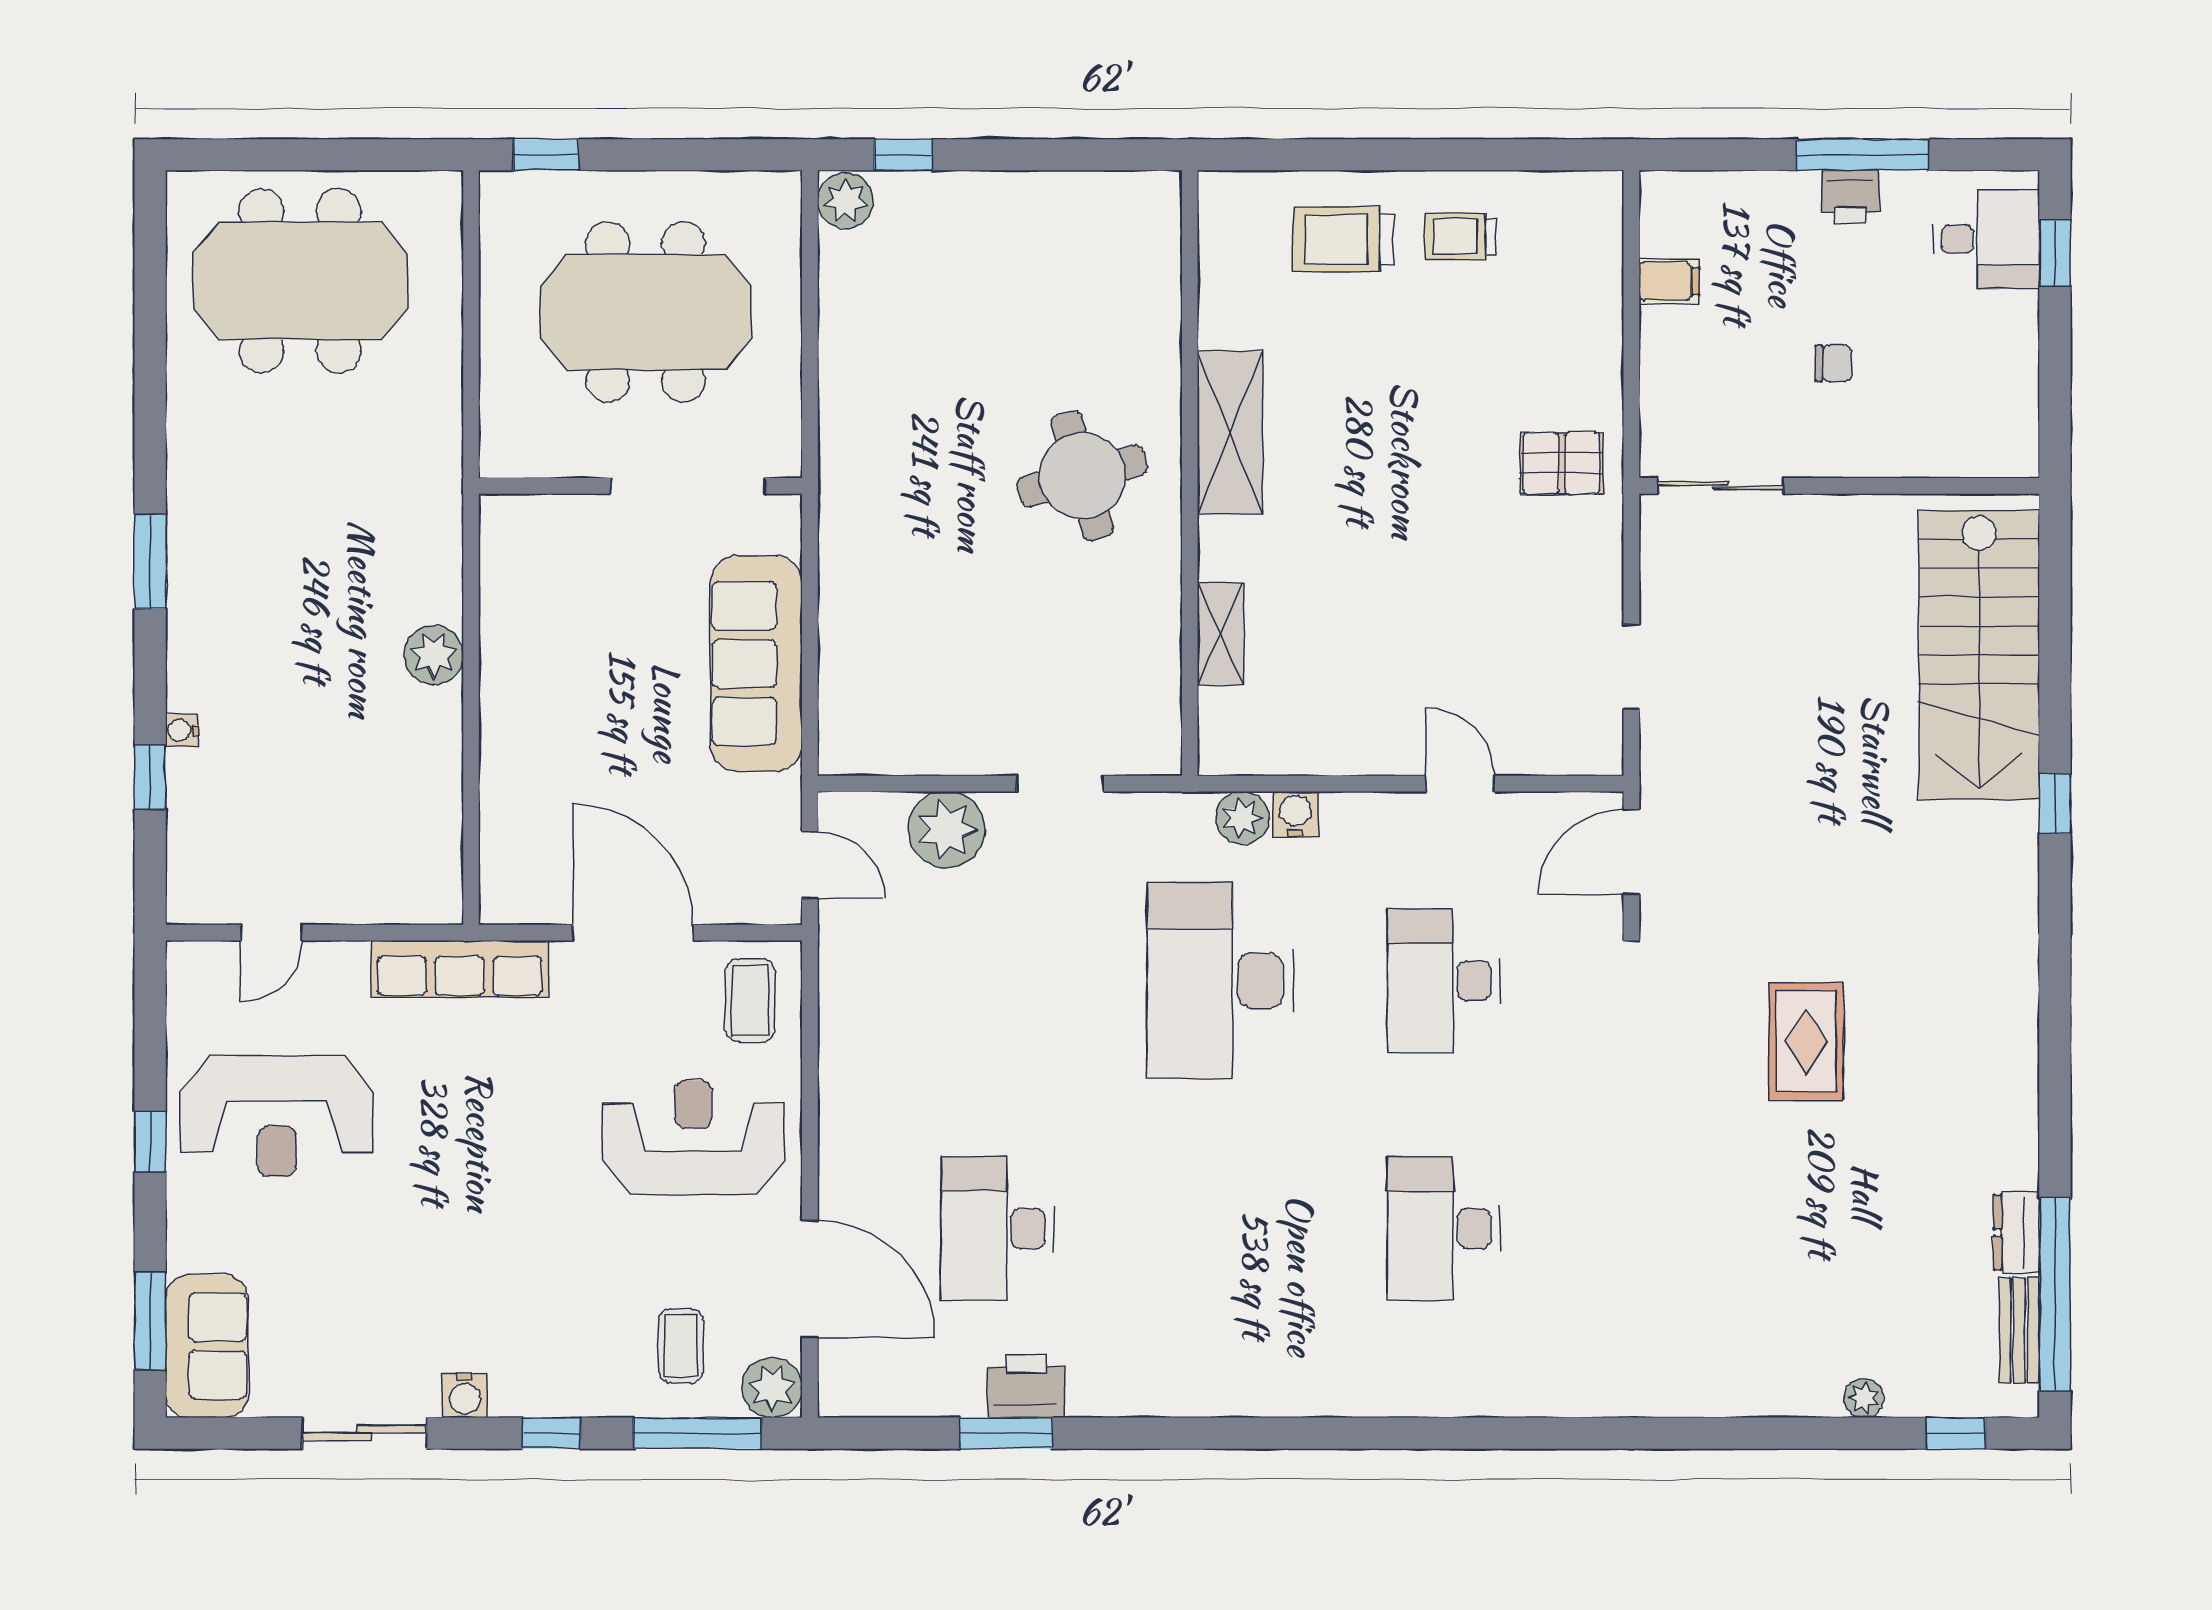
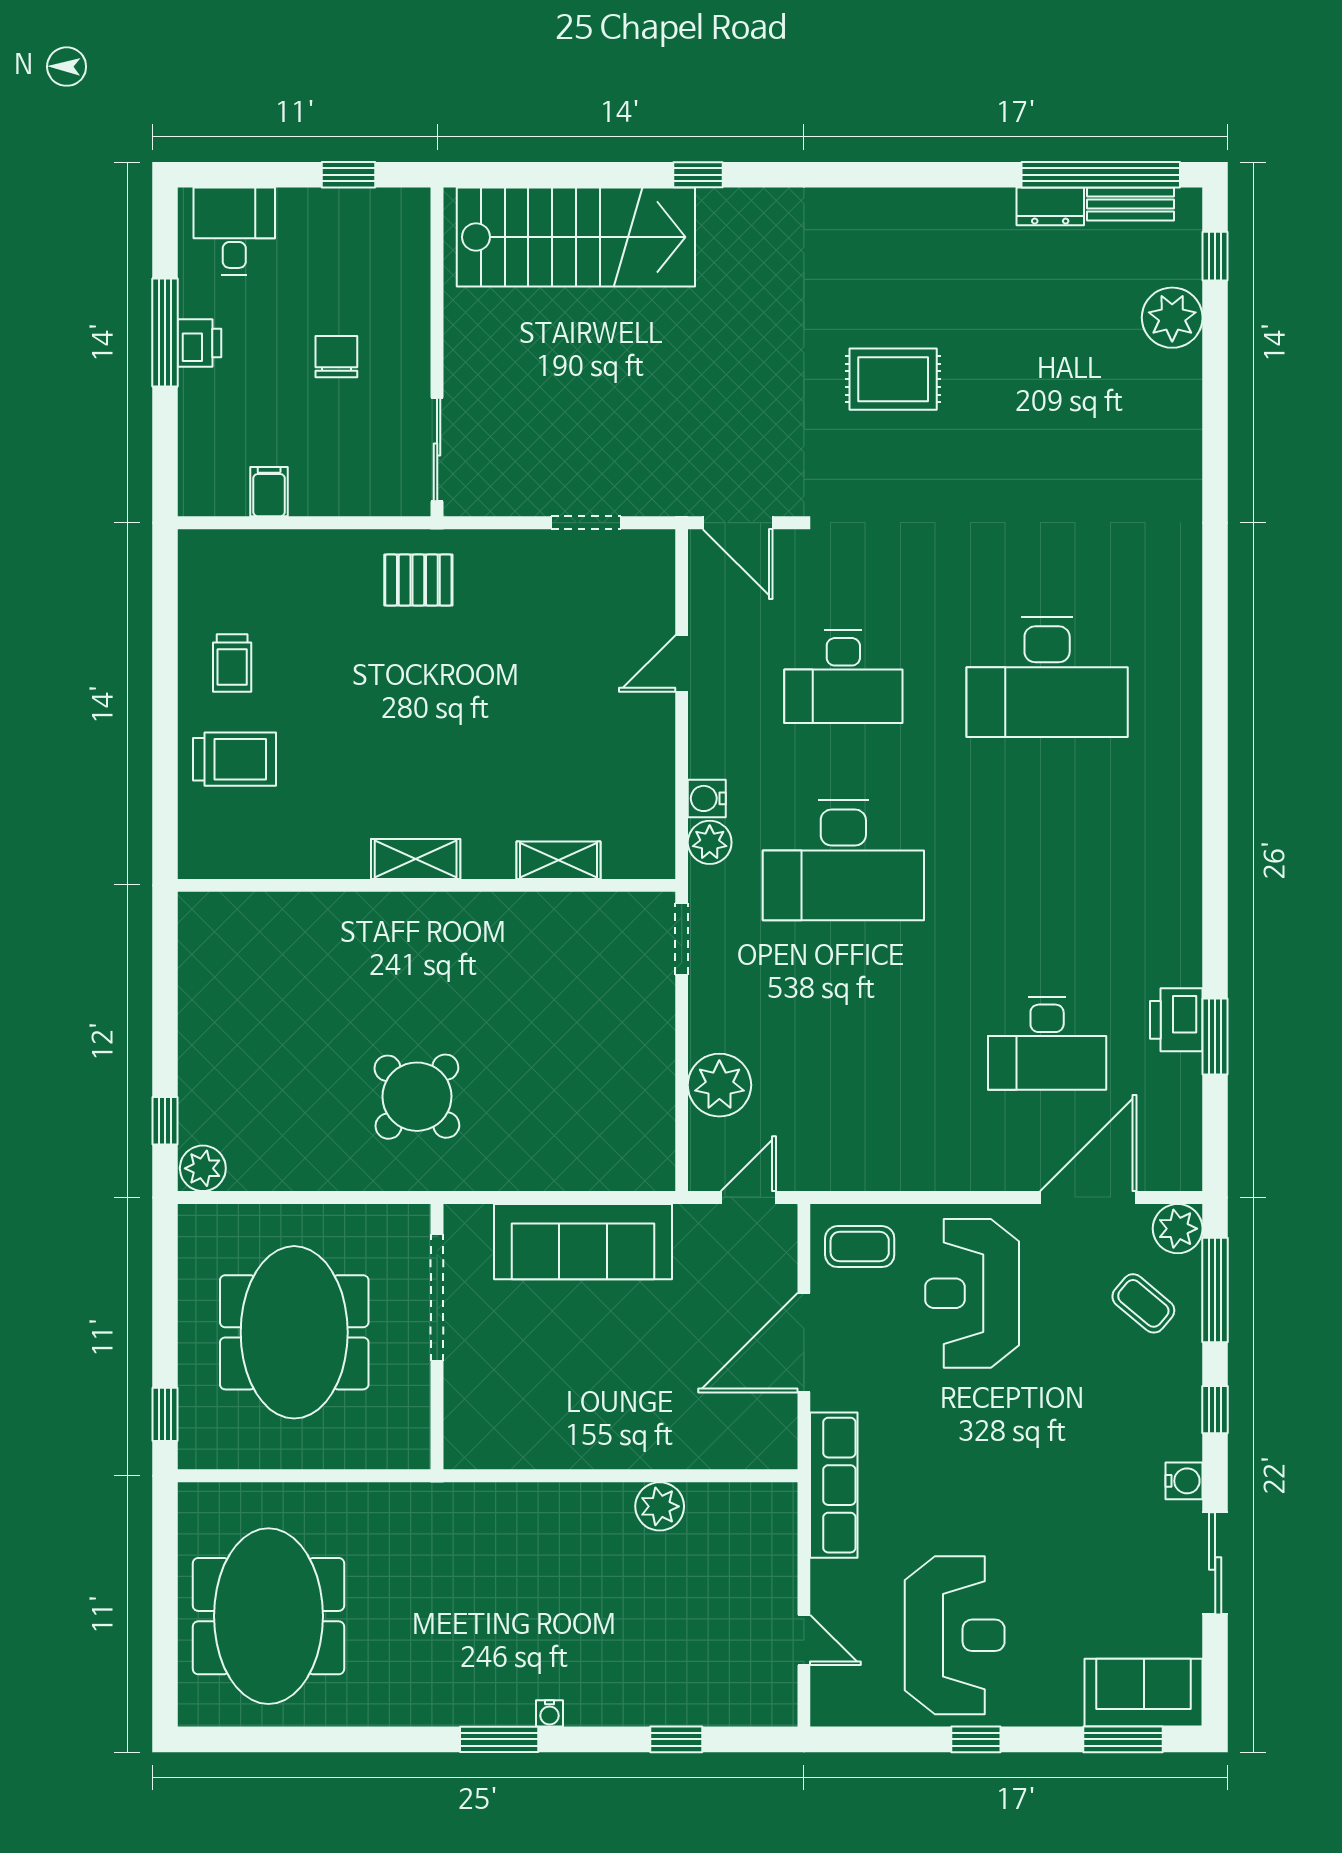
trolley: (1343, 239) -> (234, 759), turned -90
window: (2055, 253) -> (348, 175), moved
chair: (1834, 363) -> (336, 357), width x1.37, depth x1.37
shelving: (1230, 433) -> (416, 859), width x0.67, depth x0.75
pallet: (1562, 463) -> (418, 580), turned 90
round table: (1082, 476) -> (417, 1097), moved, turned -30
plant: (434, 655) -> (660, 1506), moved
water cooler: (182, 730) -> (549, 1713), moved
doorway: (1060, 784) -> (682, 939), moved
desk: (1444, 1229) -> (1047, 677), width x1.36, depth x1.30
coffee table: (681, 1346) -> (1143, 1303), turned 40
plant: (1864, 1398) -> (1172, 318), width x1.88, depth x1.88

